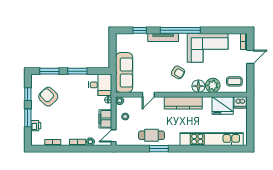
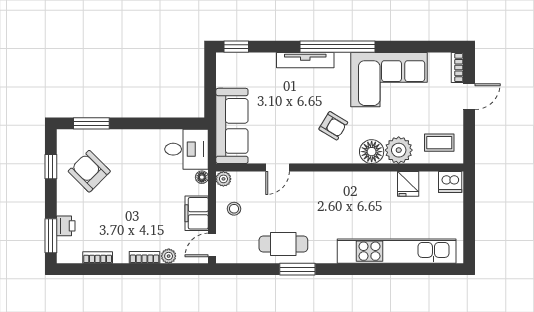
window: (140, 30) -> (236, 47), moved
window: (77, 71) -> (144, 123), removed
kitchen counter: (183, 103) -> (343, 183), removed
fridge: (223, 106) -> (408, 184), width x0.53, depth x0.75
window: (28, 118) -> (51, 236), moved

